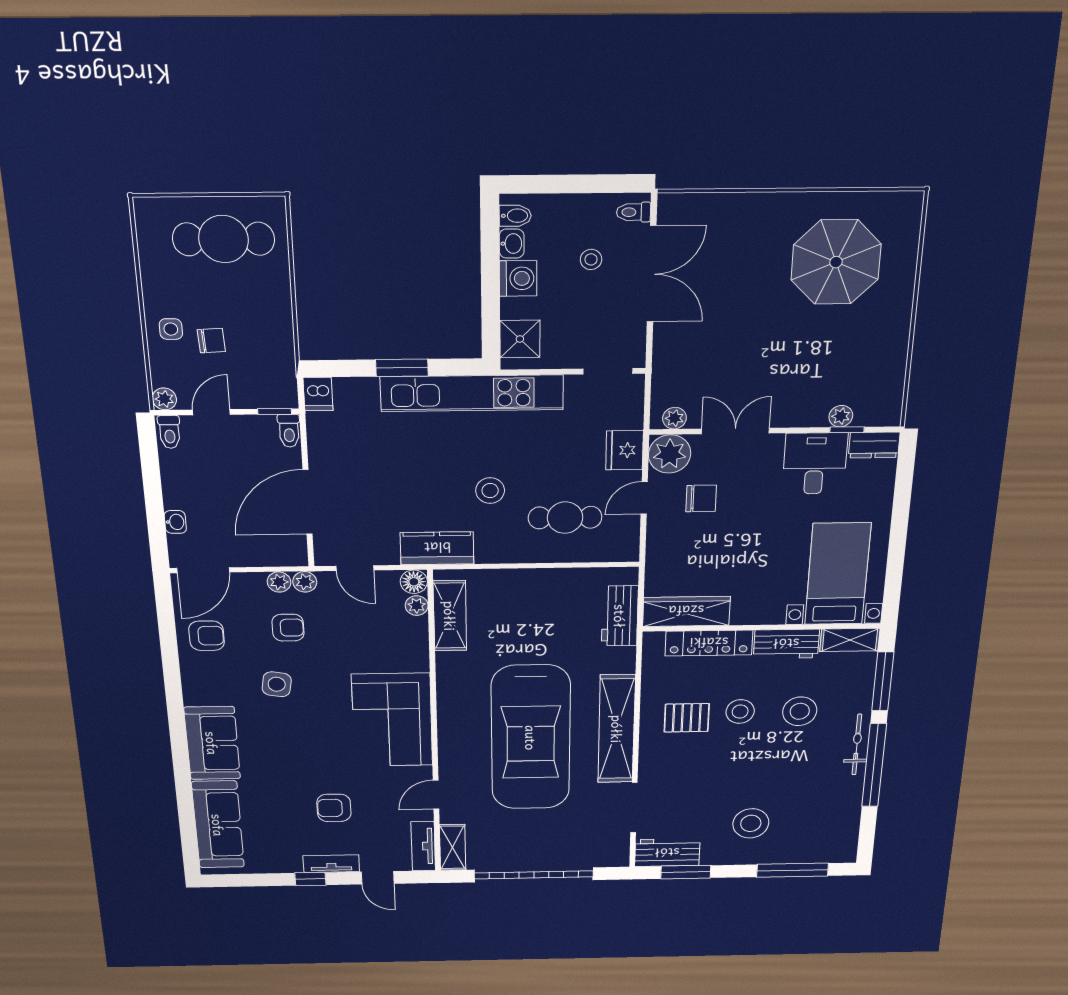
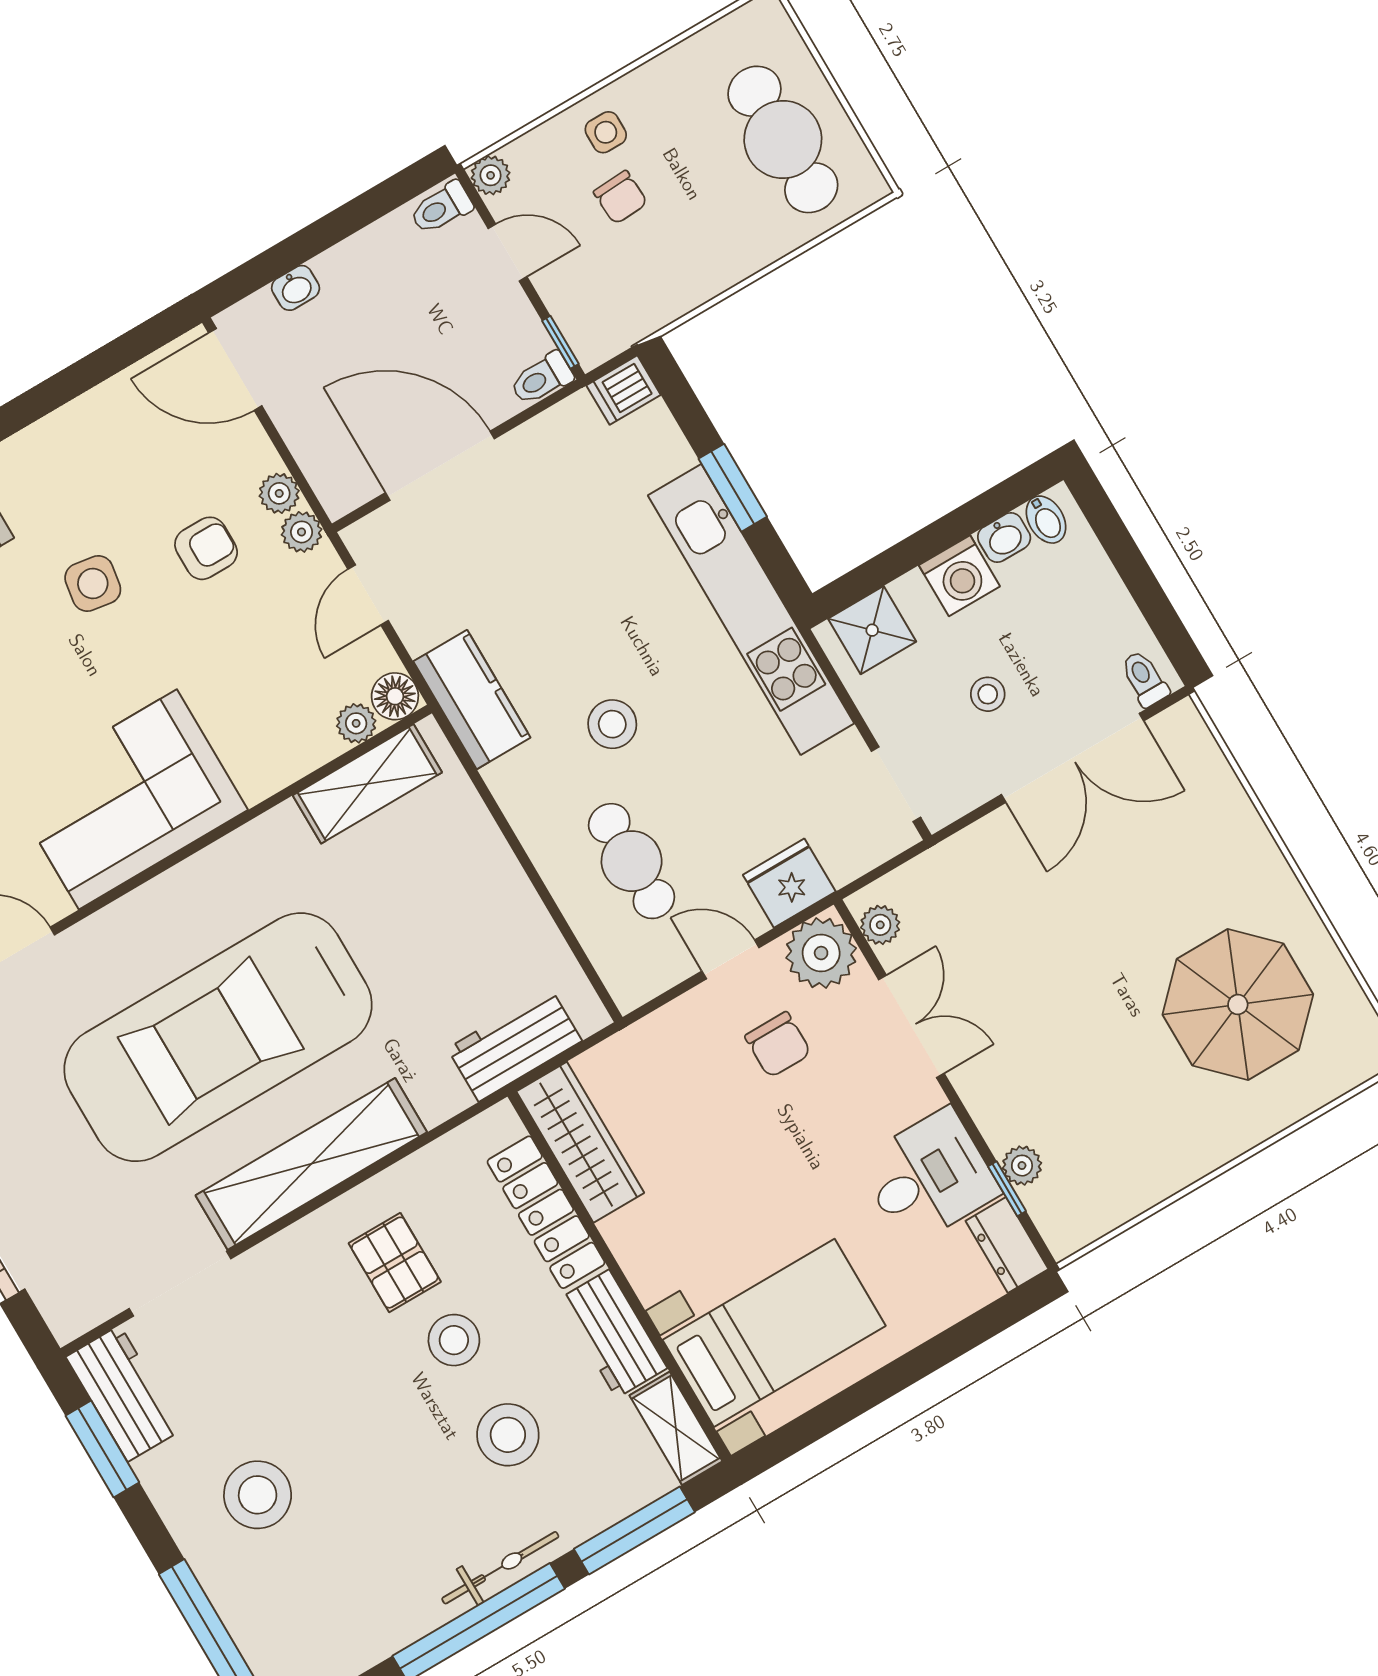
stool: (591, 259) -> (988, 694), moved
armchair: (288, 628) -> (206, 548), turned -90
armchair: (207, 636) -> (121, 432), removed

